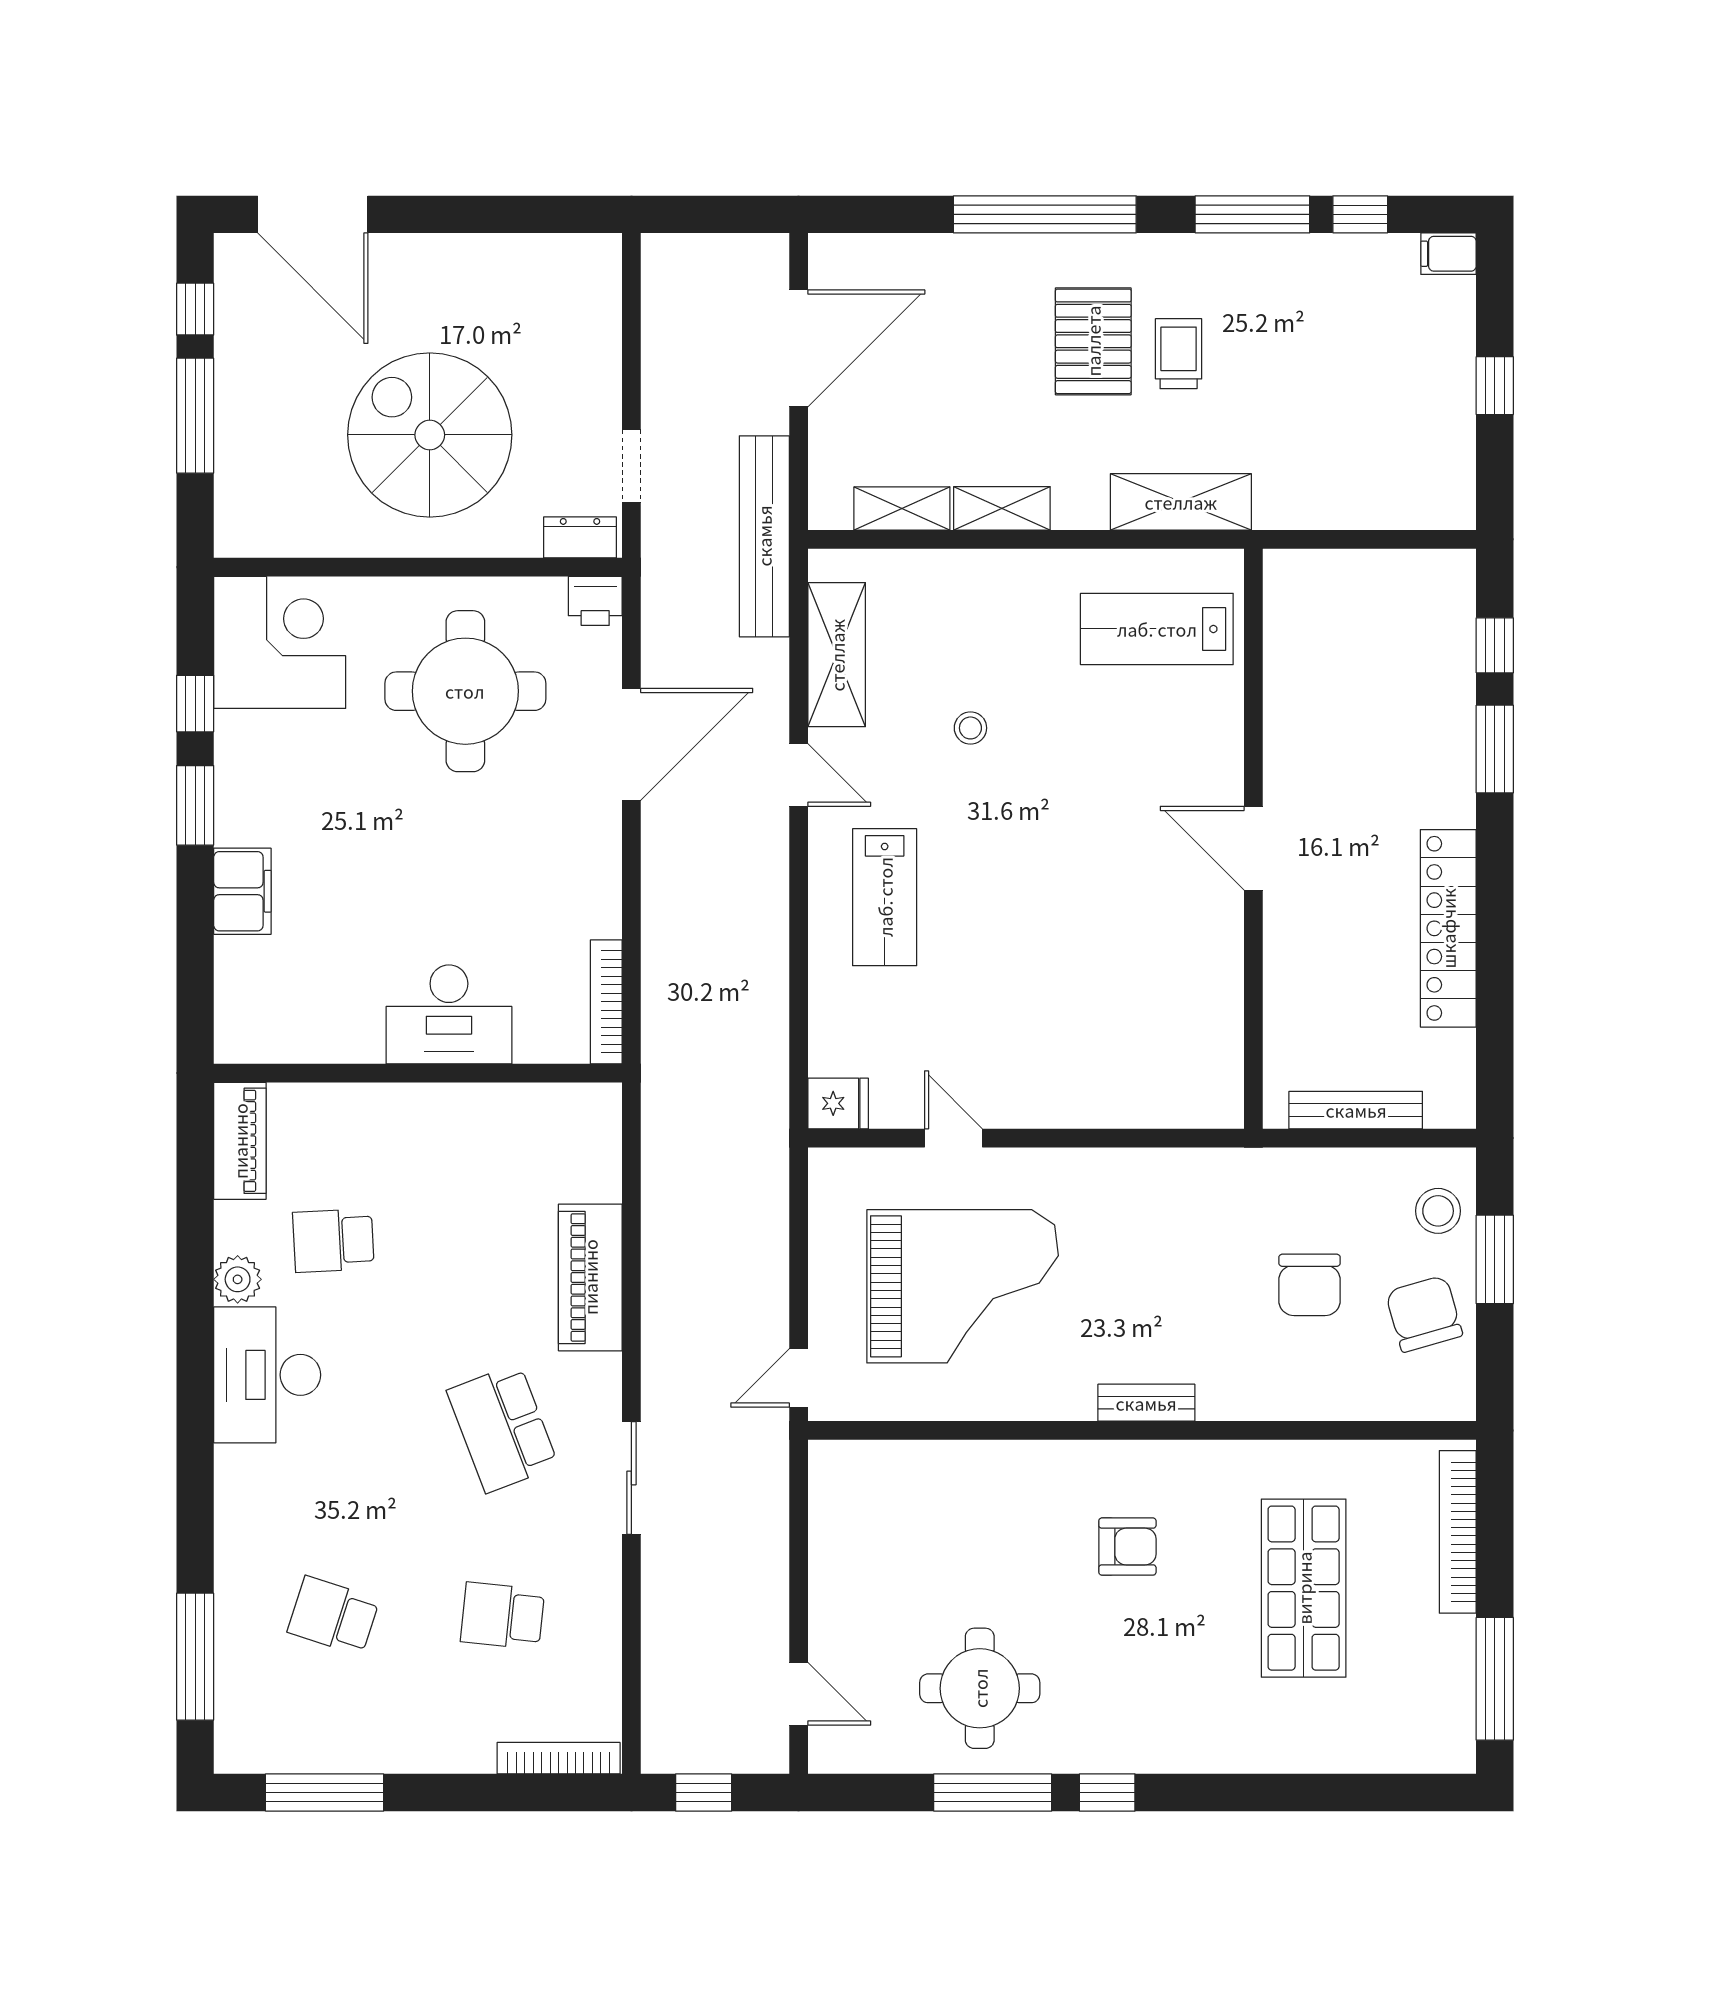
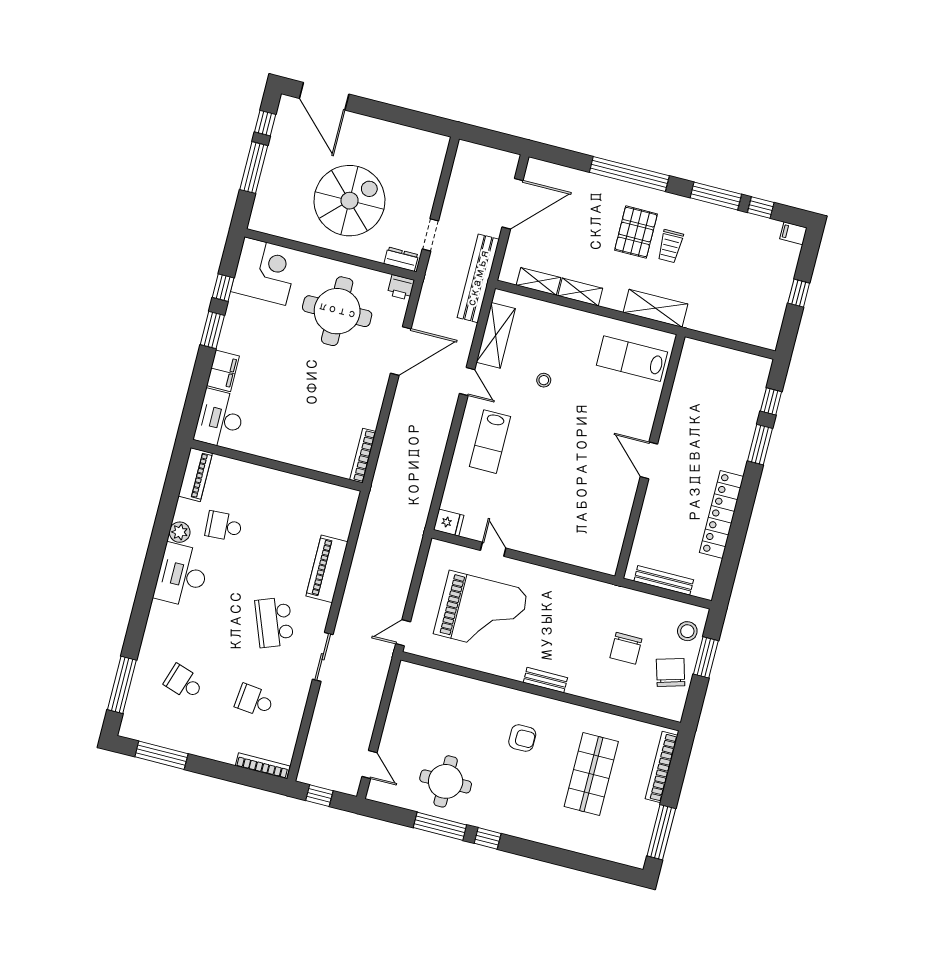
trolley: (1179, 354) -> (670, 246), turned 180
spiral stairs: (430, 435) -> (349, 201), turned 90
desk: (449, 1014) -> (220, 419), moved, turned 90

